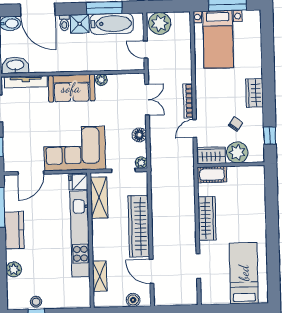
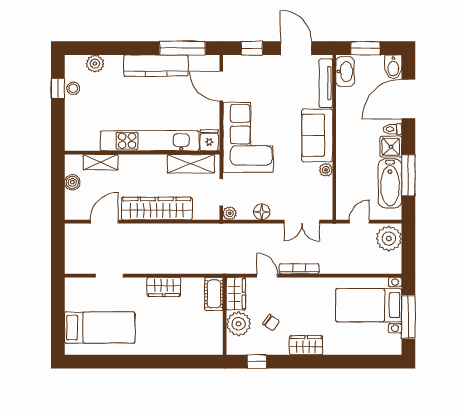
wardrobe: (207, 218) -> (164, 287), width x0.67
kitchen counter: (14, 230) -> (156, 66), width x1.50
plant: (14, 269) -> (95, 64), moved
boiler: (133, 300) -> (72, 182), moved

